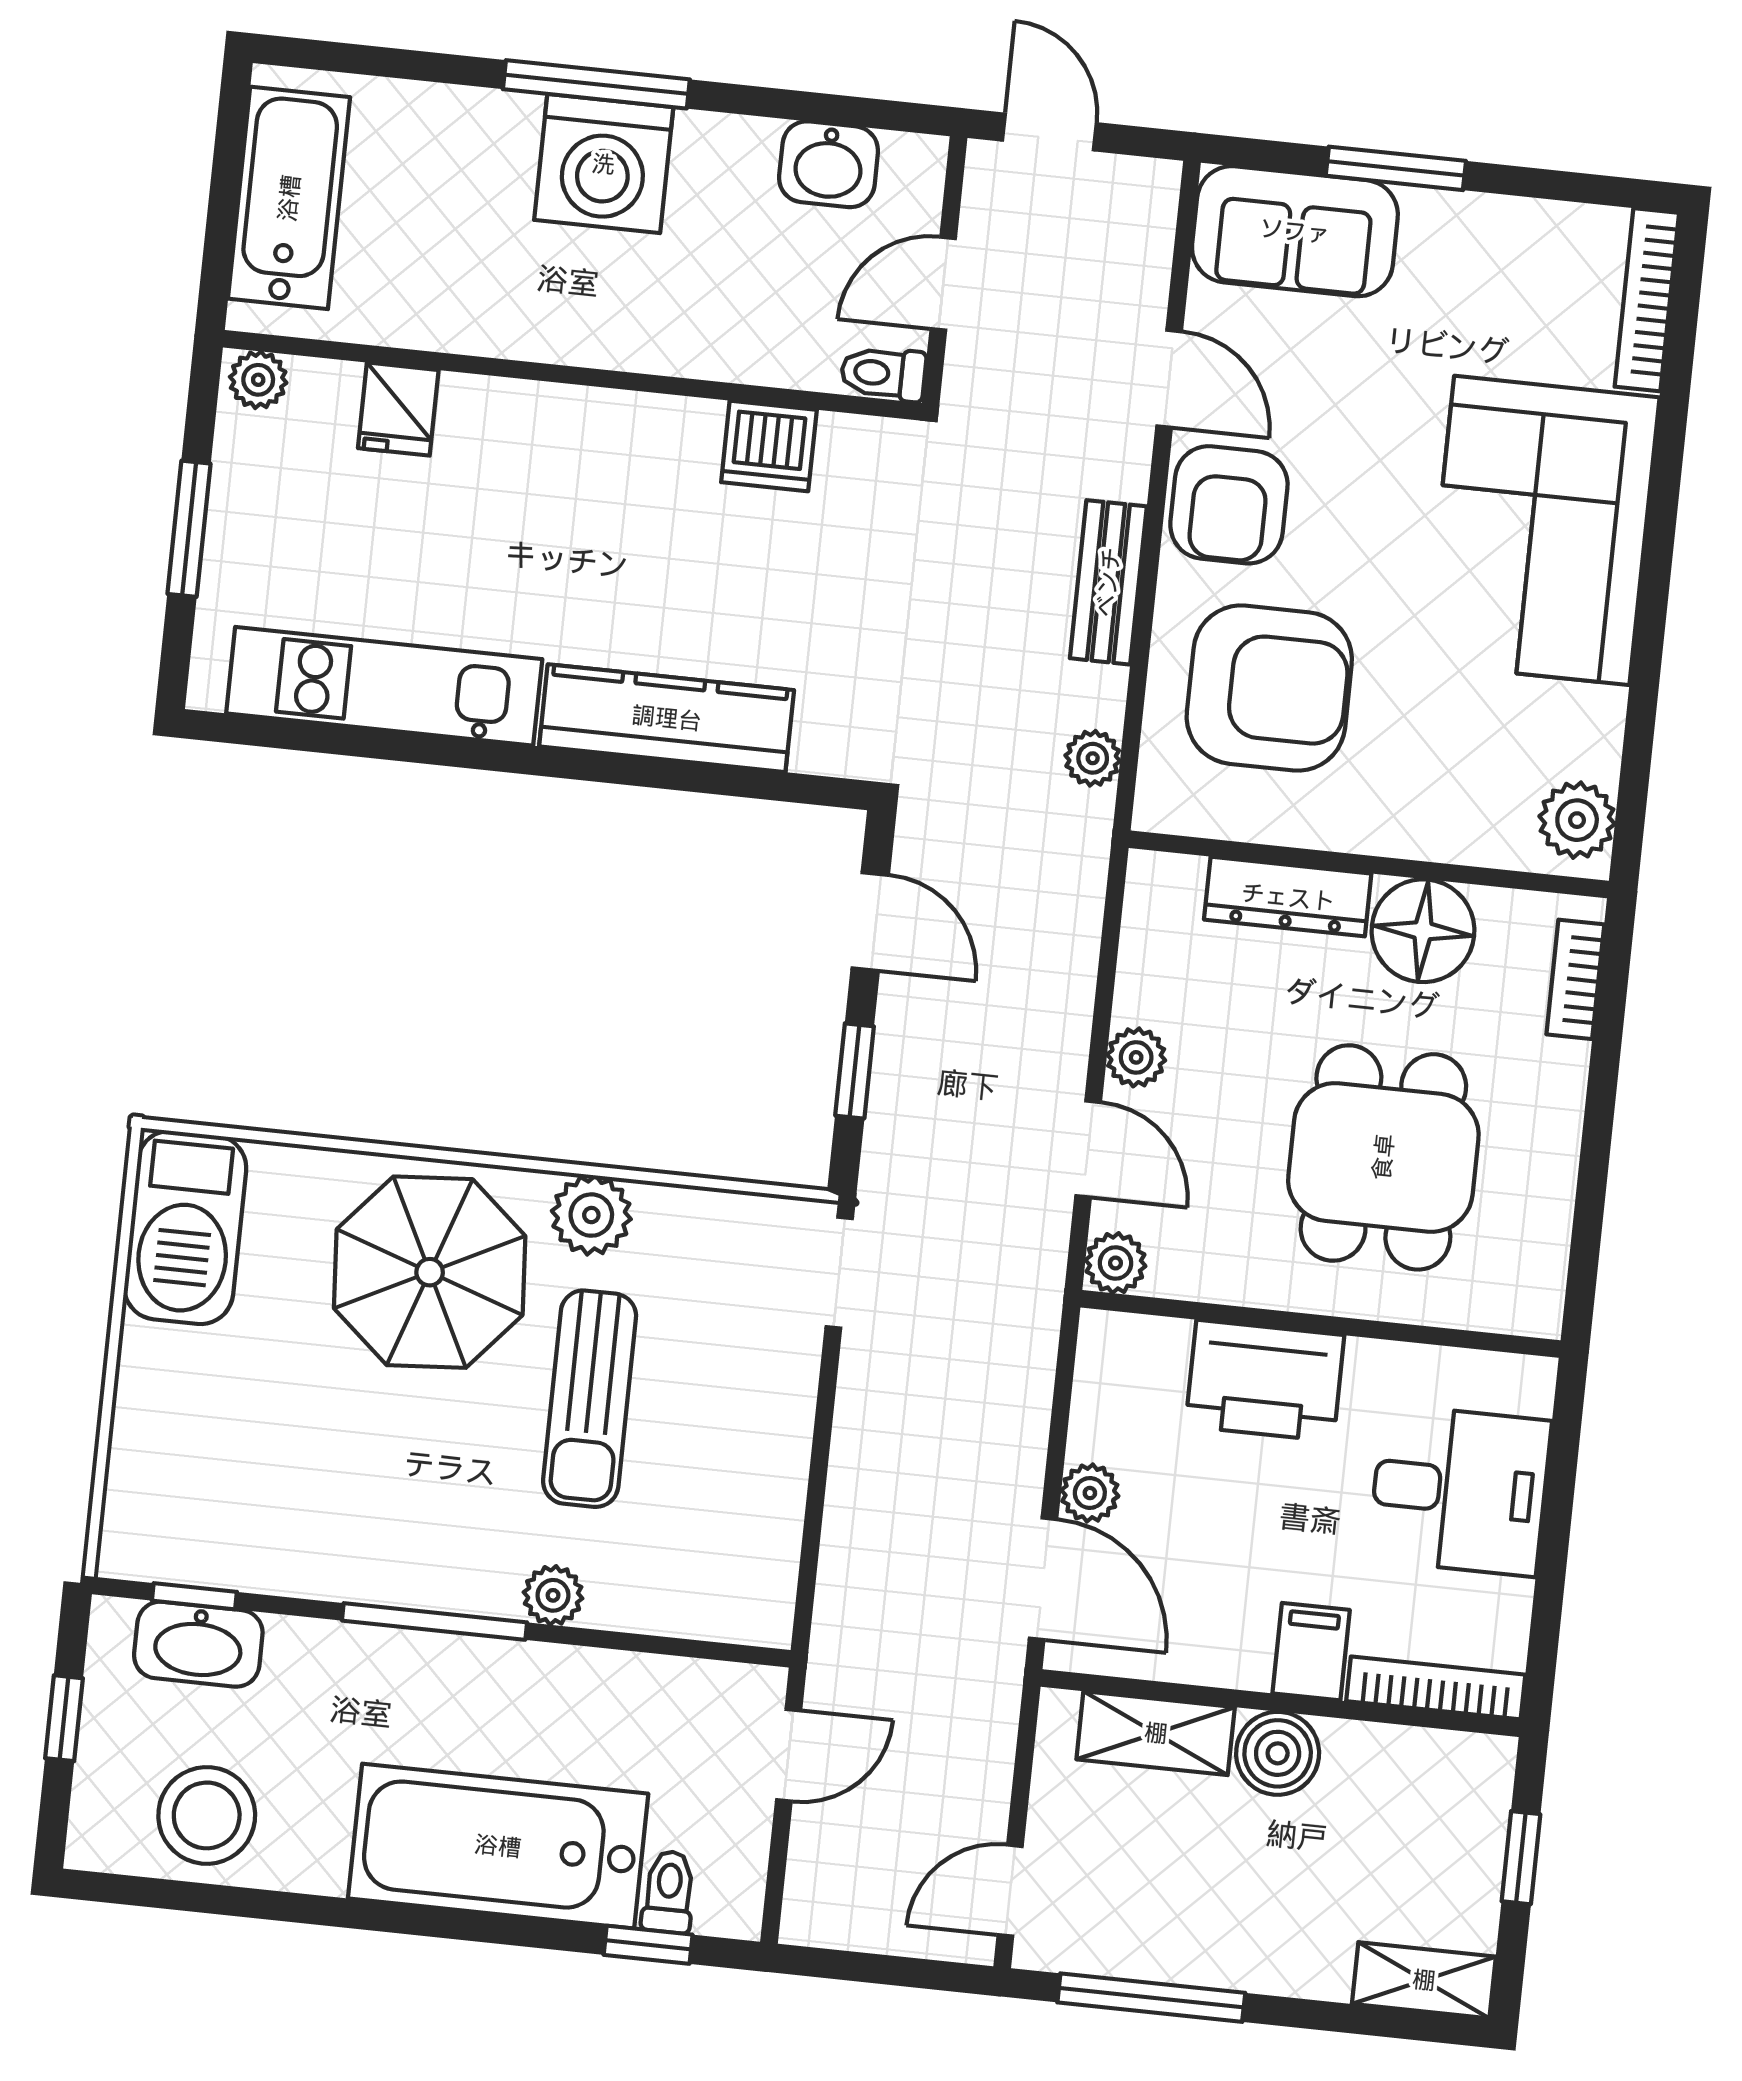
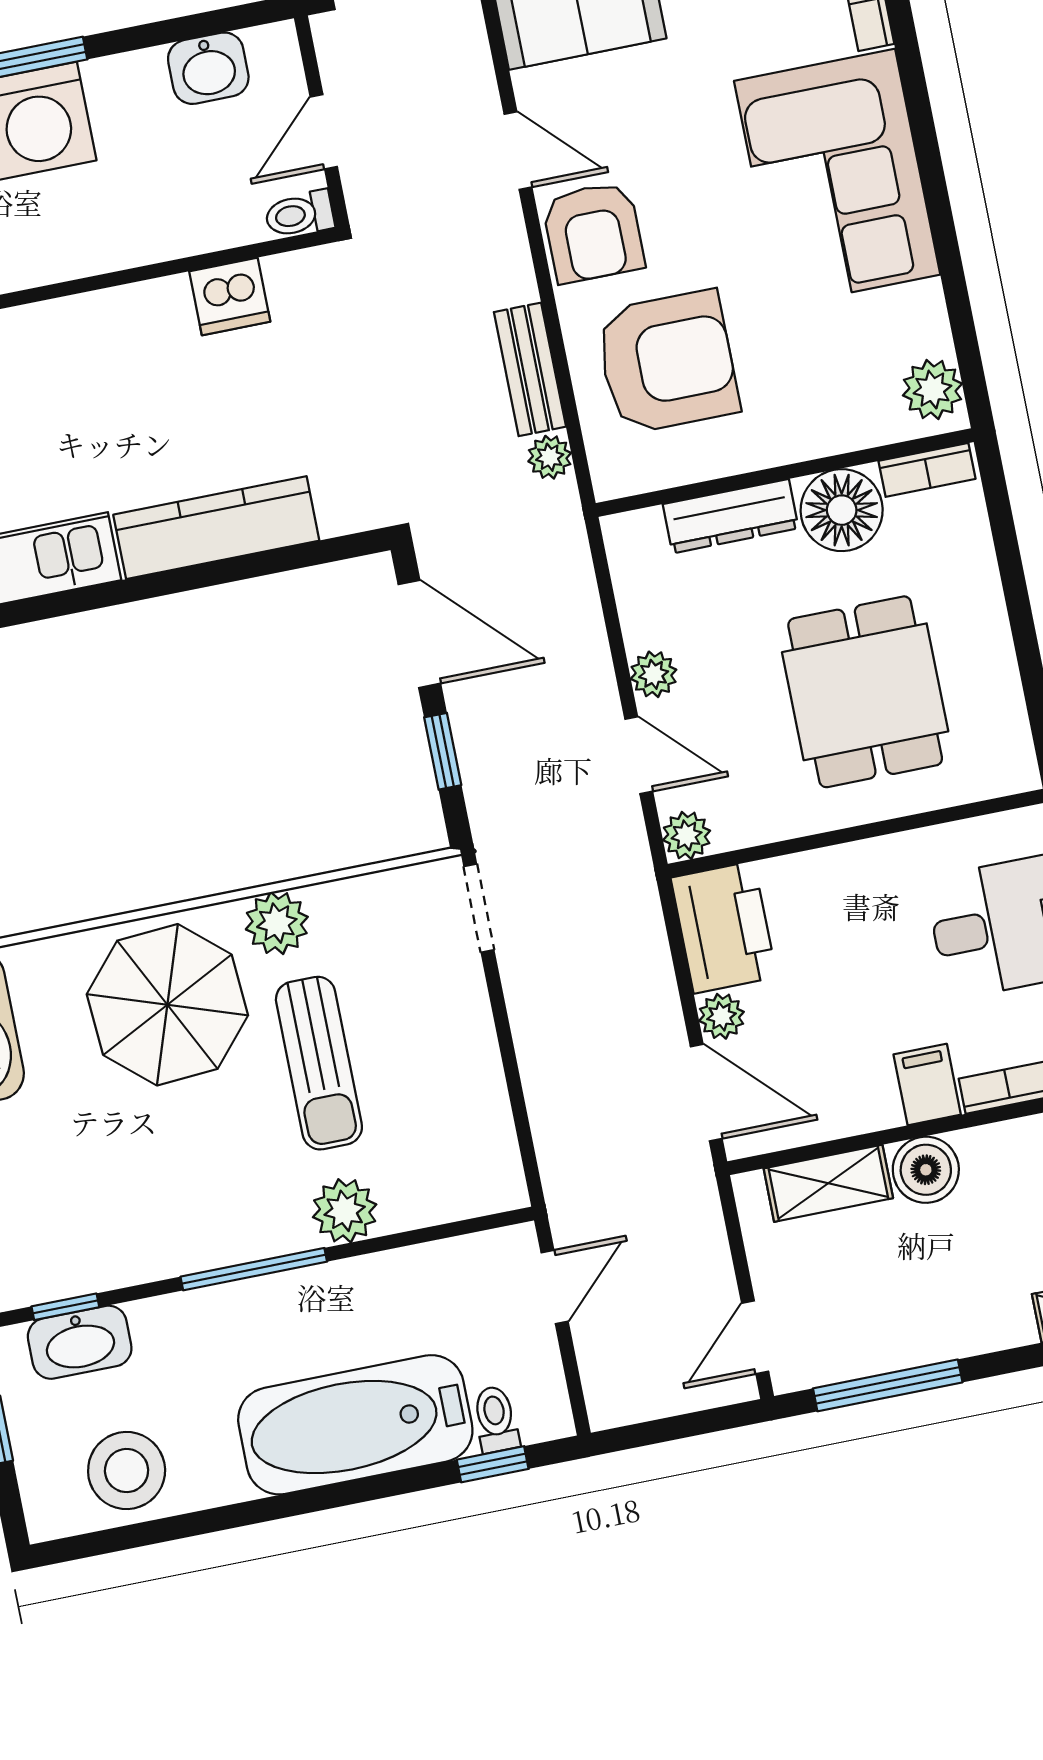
bench: (1108, 582) -> (530, 369), moved
door: (870, 922) -> (419, 634), width x1.38
bookcase: (1575, 979) -> (927, 470), moved, turned -90
printer: (1265, 1381) -> (724, 927), moved, turned -90
plant: (553, 1595) -> (345, 1211), width x1.38, depth x1.38

